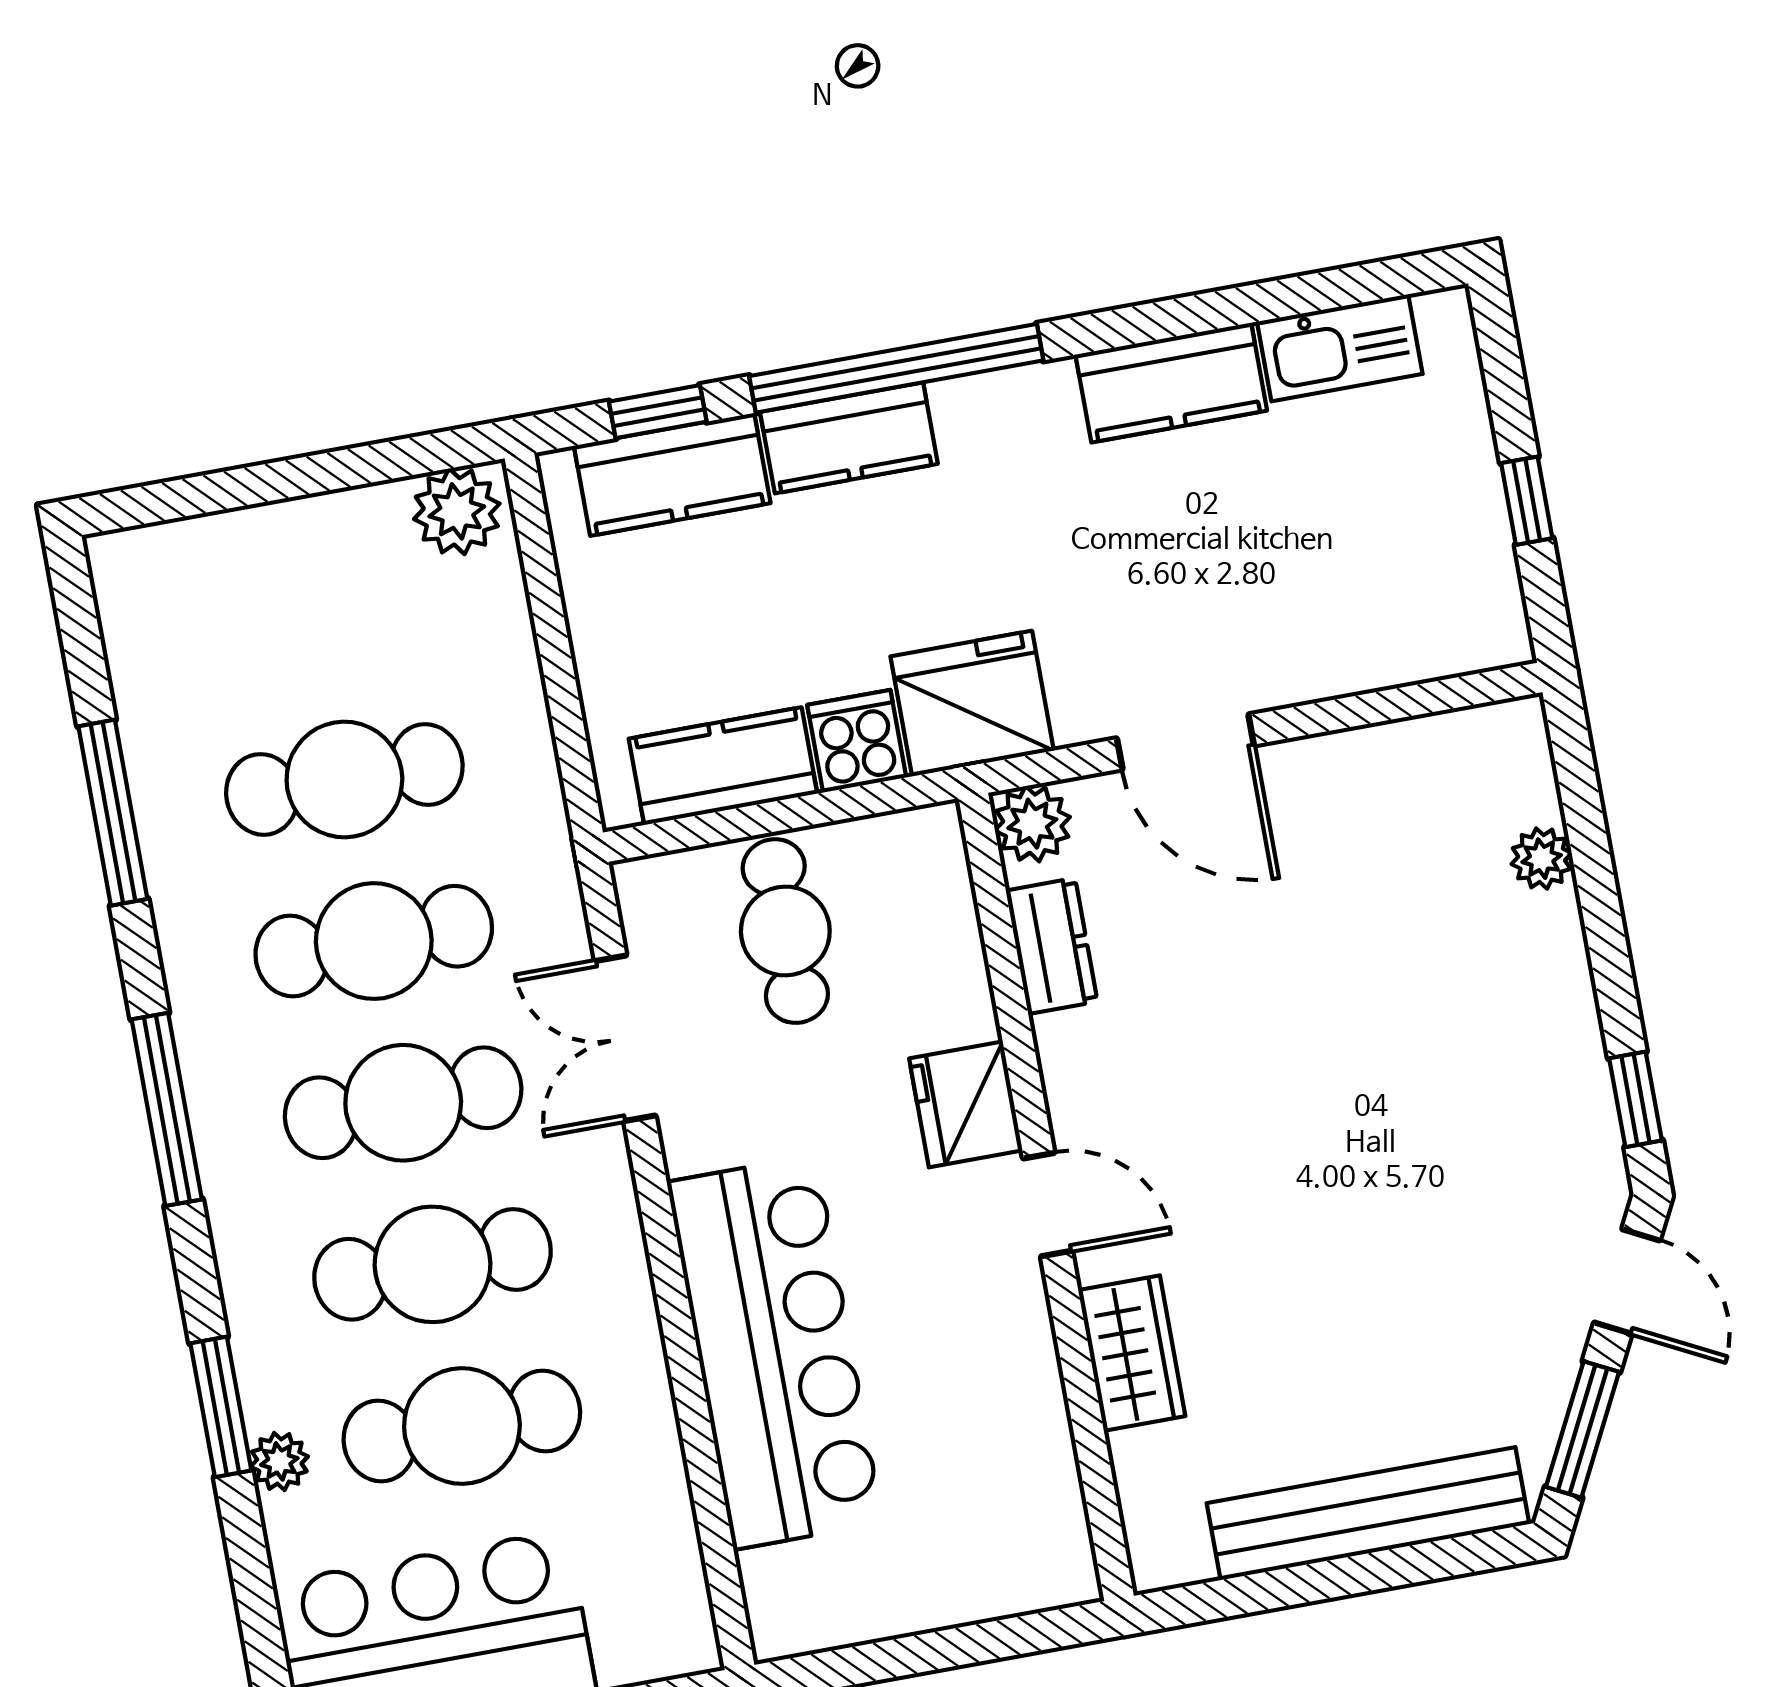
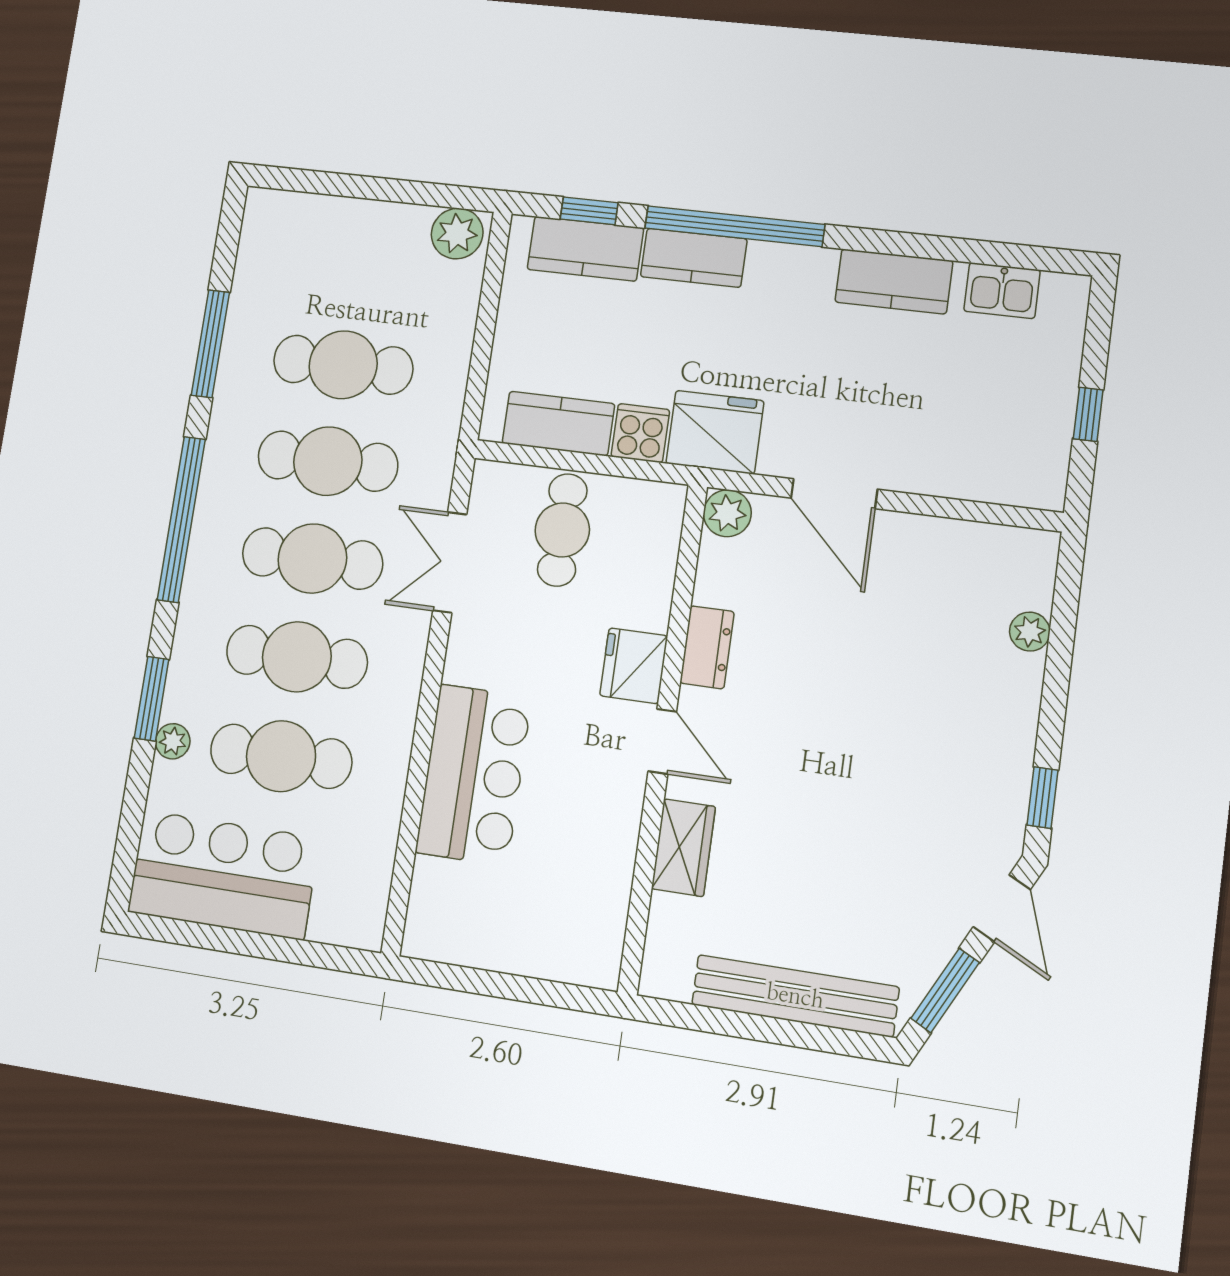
kitchen sink: (1340, 348) -> (1002, 291), width x0.73
dresser: (1052, 946) -> (707, 647), moved
window: (167, 1109) -> (181, 519), width x1.46
bar counter: (775, 1352) -> (474, 775), width x0.73

